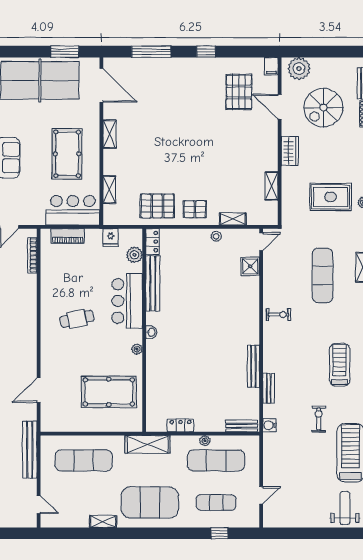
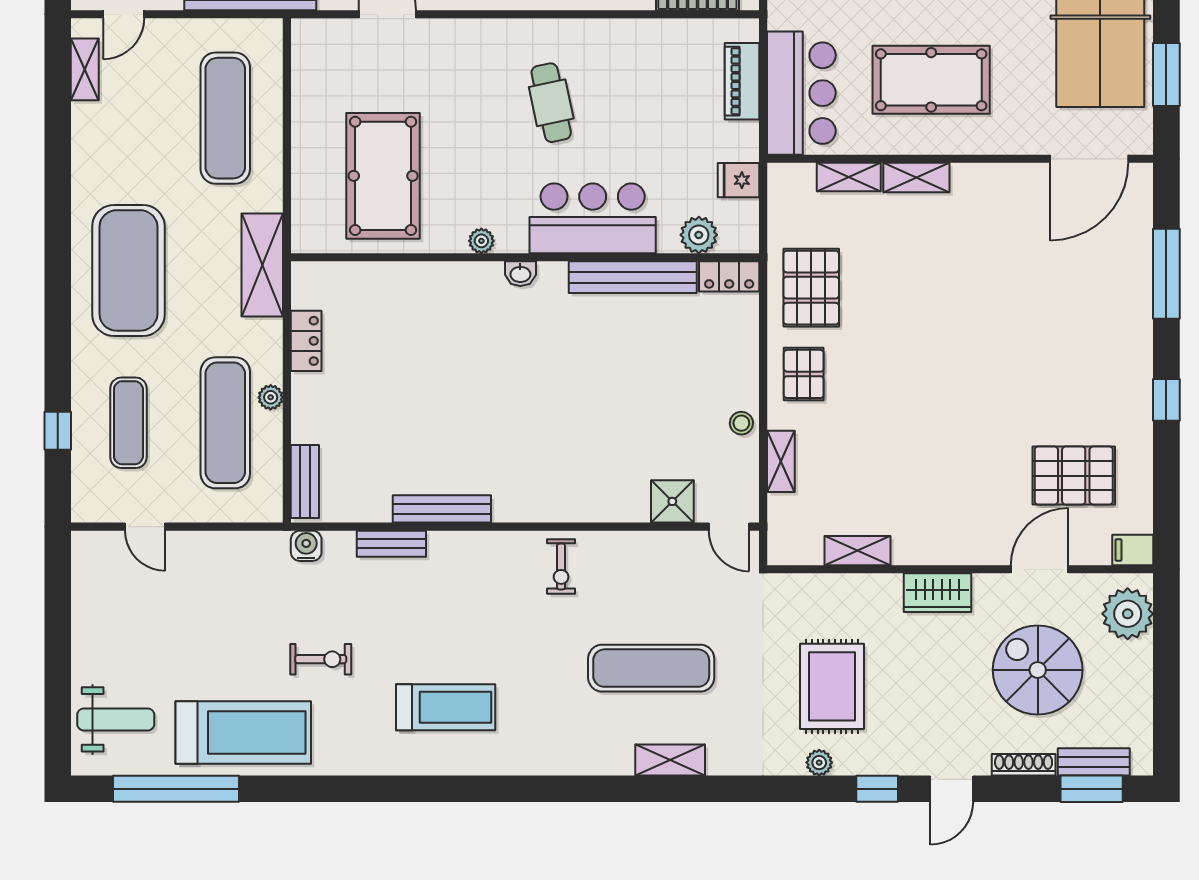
shelving: (110, 134) -> (916, 178), moved
shelving: (103, 521) -> (85, 69), moved

